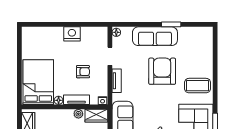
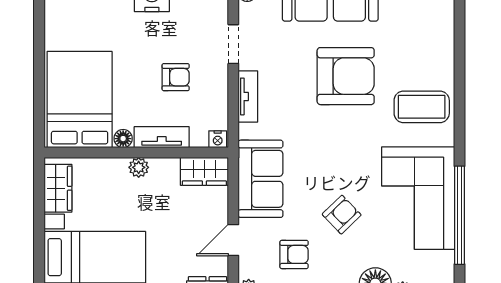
armchair: (162, 71) -> (346, 76), turned 90
plant: (78, 114) -> (139, 167), moved

